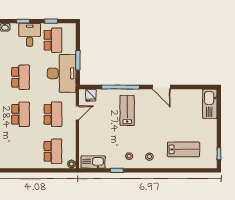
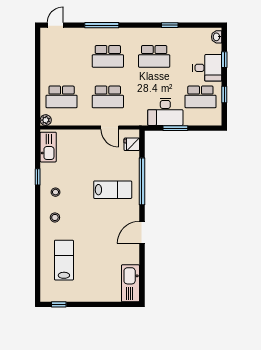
desk: (62, 73) -> (165, 112), width x0.73, depth x0.77
kitchen sink: (210, 104) -> (130, 283), moved, turned -90
lab bench: (183, 149) -> (64, 260), turned 180

